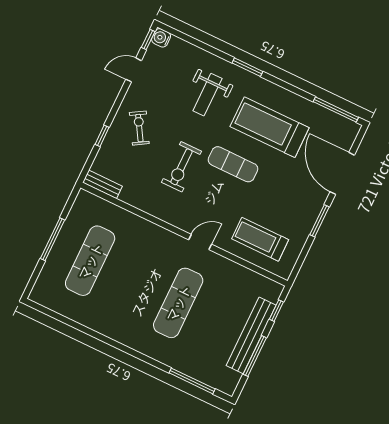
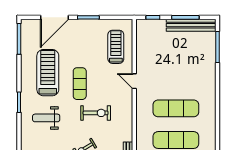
weight bench: (207, 95) -> (46, 118), turned 180
treadmill: (270, 127) -> (48, 73), turned 180
treadmill: (260, 239) -> (116, 47), turned 180
exercise mat: (178, 303) -> (176, 108), moved
bench: (251, 335) -> (191, 25), moved

